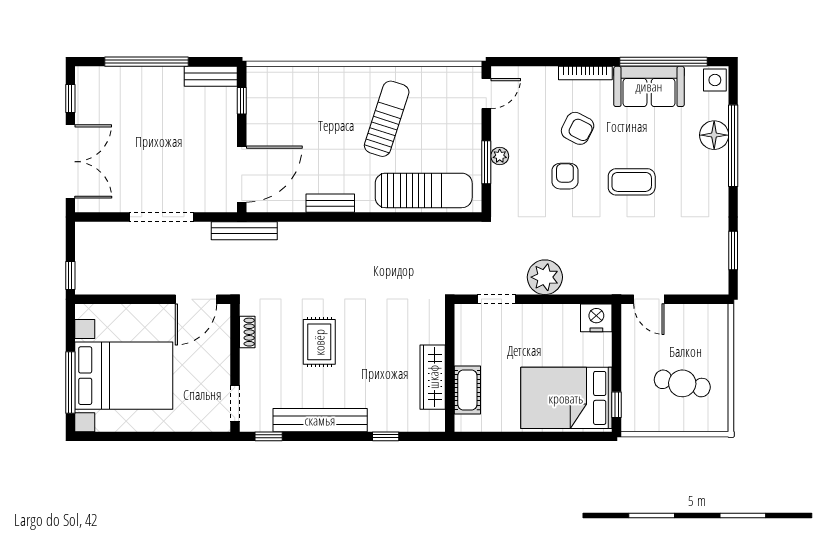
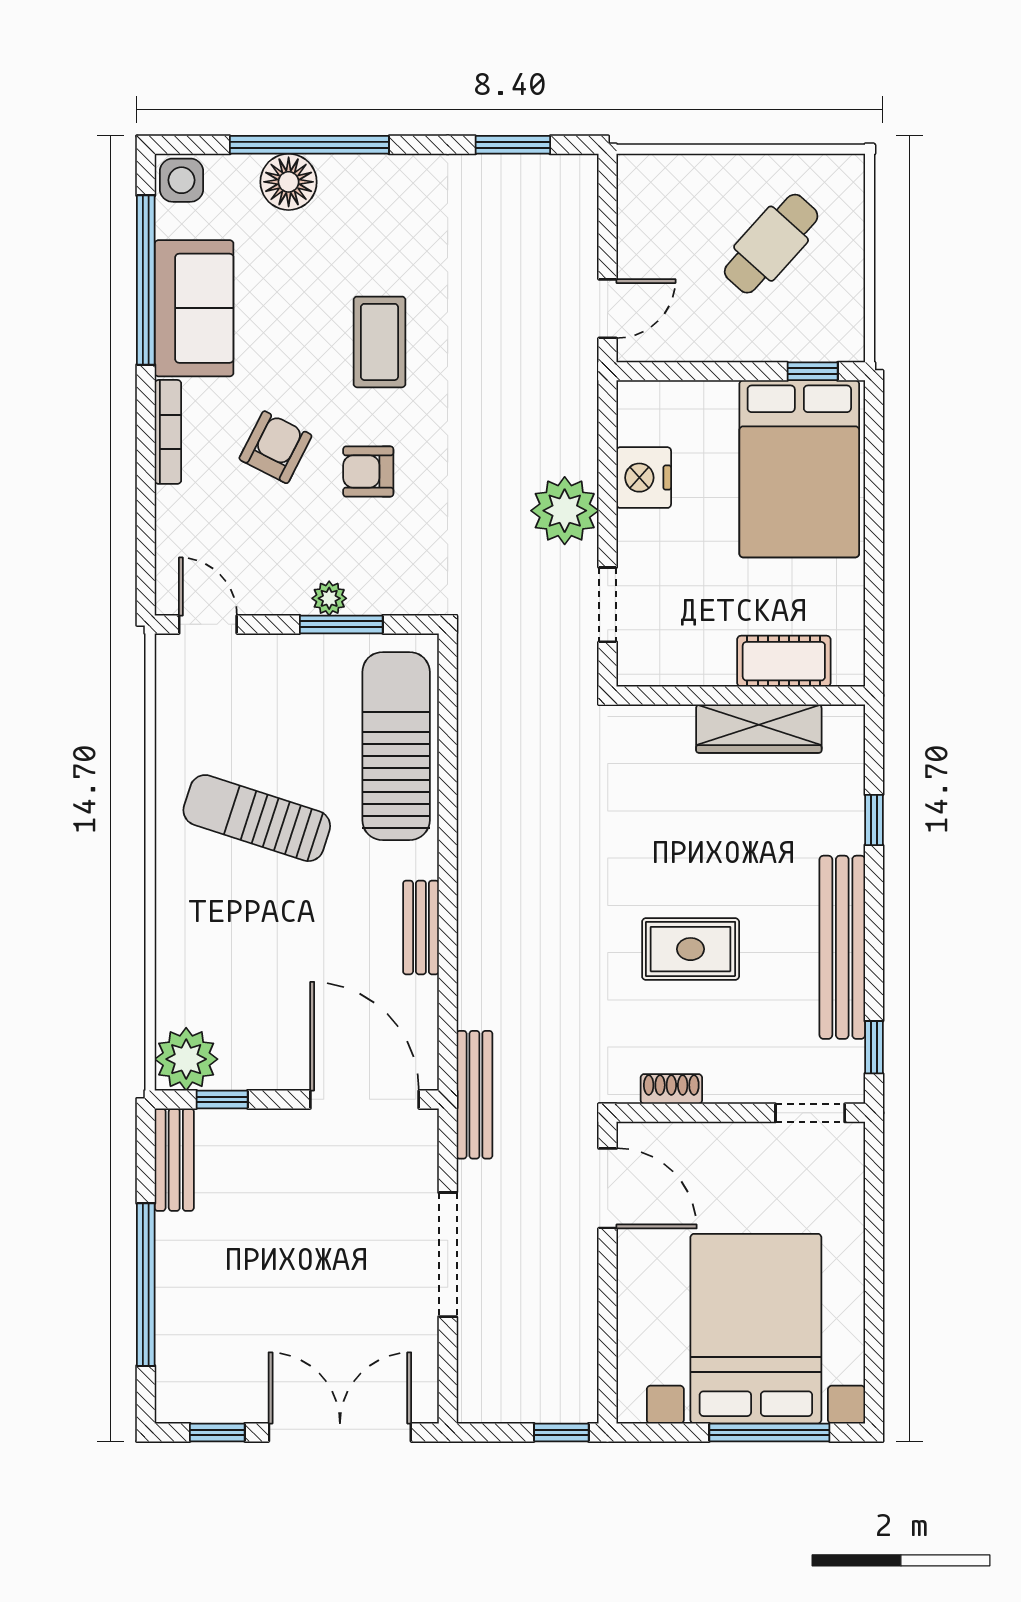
plant: (263, 82) -> (186, 1059), added
nightstand: (596, 318) -> (644, 478), moved
cafe table: (682, 383) -> (771, 244), turned 30

